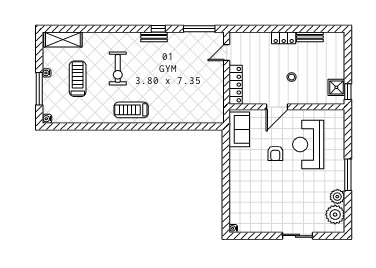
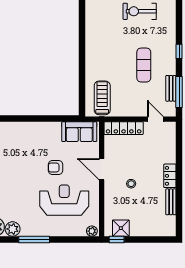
bench: (154, 37) -> (171, 88), moved
exercise mat: (172, 64) -> (144, 65), added
treadmill: (131, 110) -> (102, 98), moved
plant: (339, 117) -> (92, 231), added

